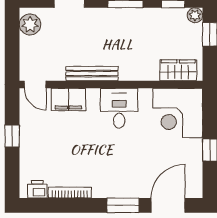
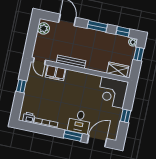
desk: (119, 108) -> (79, 122), moved, turned 180

